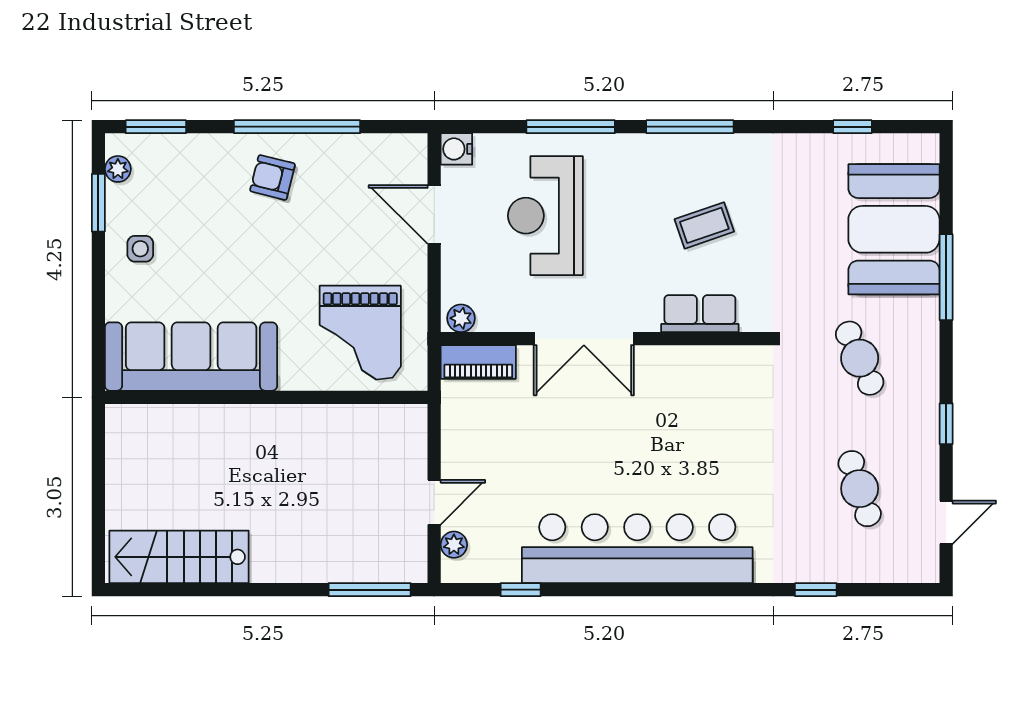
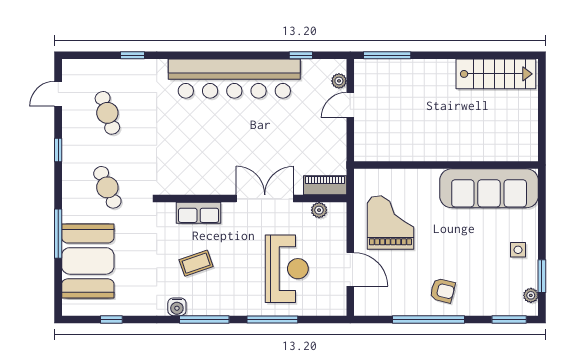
water cooler: (456, 149) -> (177, 307), moved, turned 90
plant: (461, 318) -> (319, 210), moved
grand piano: (360, 333) -> (390, 223), moved

